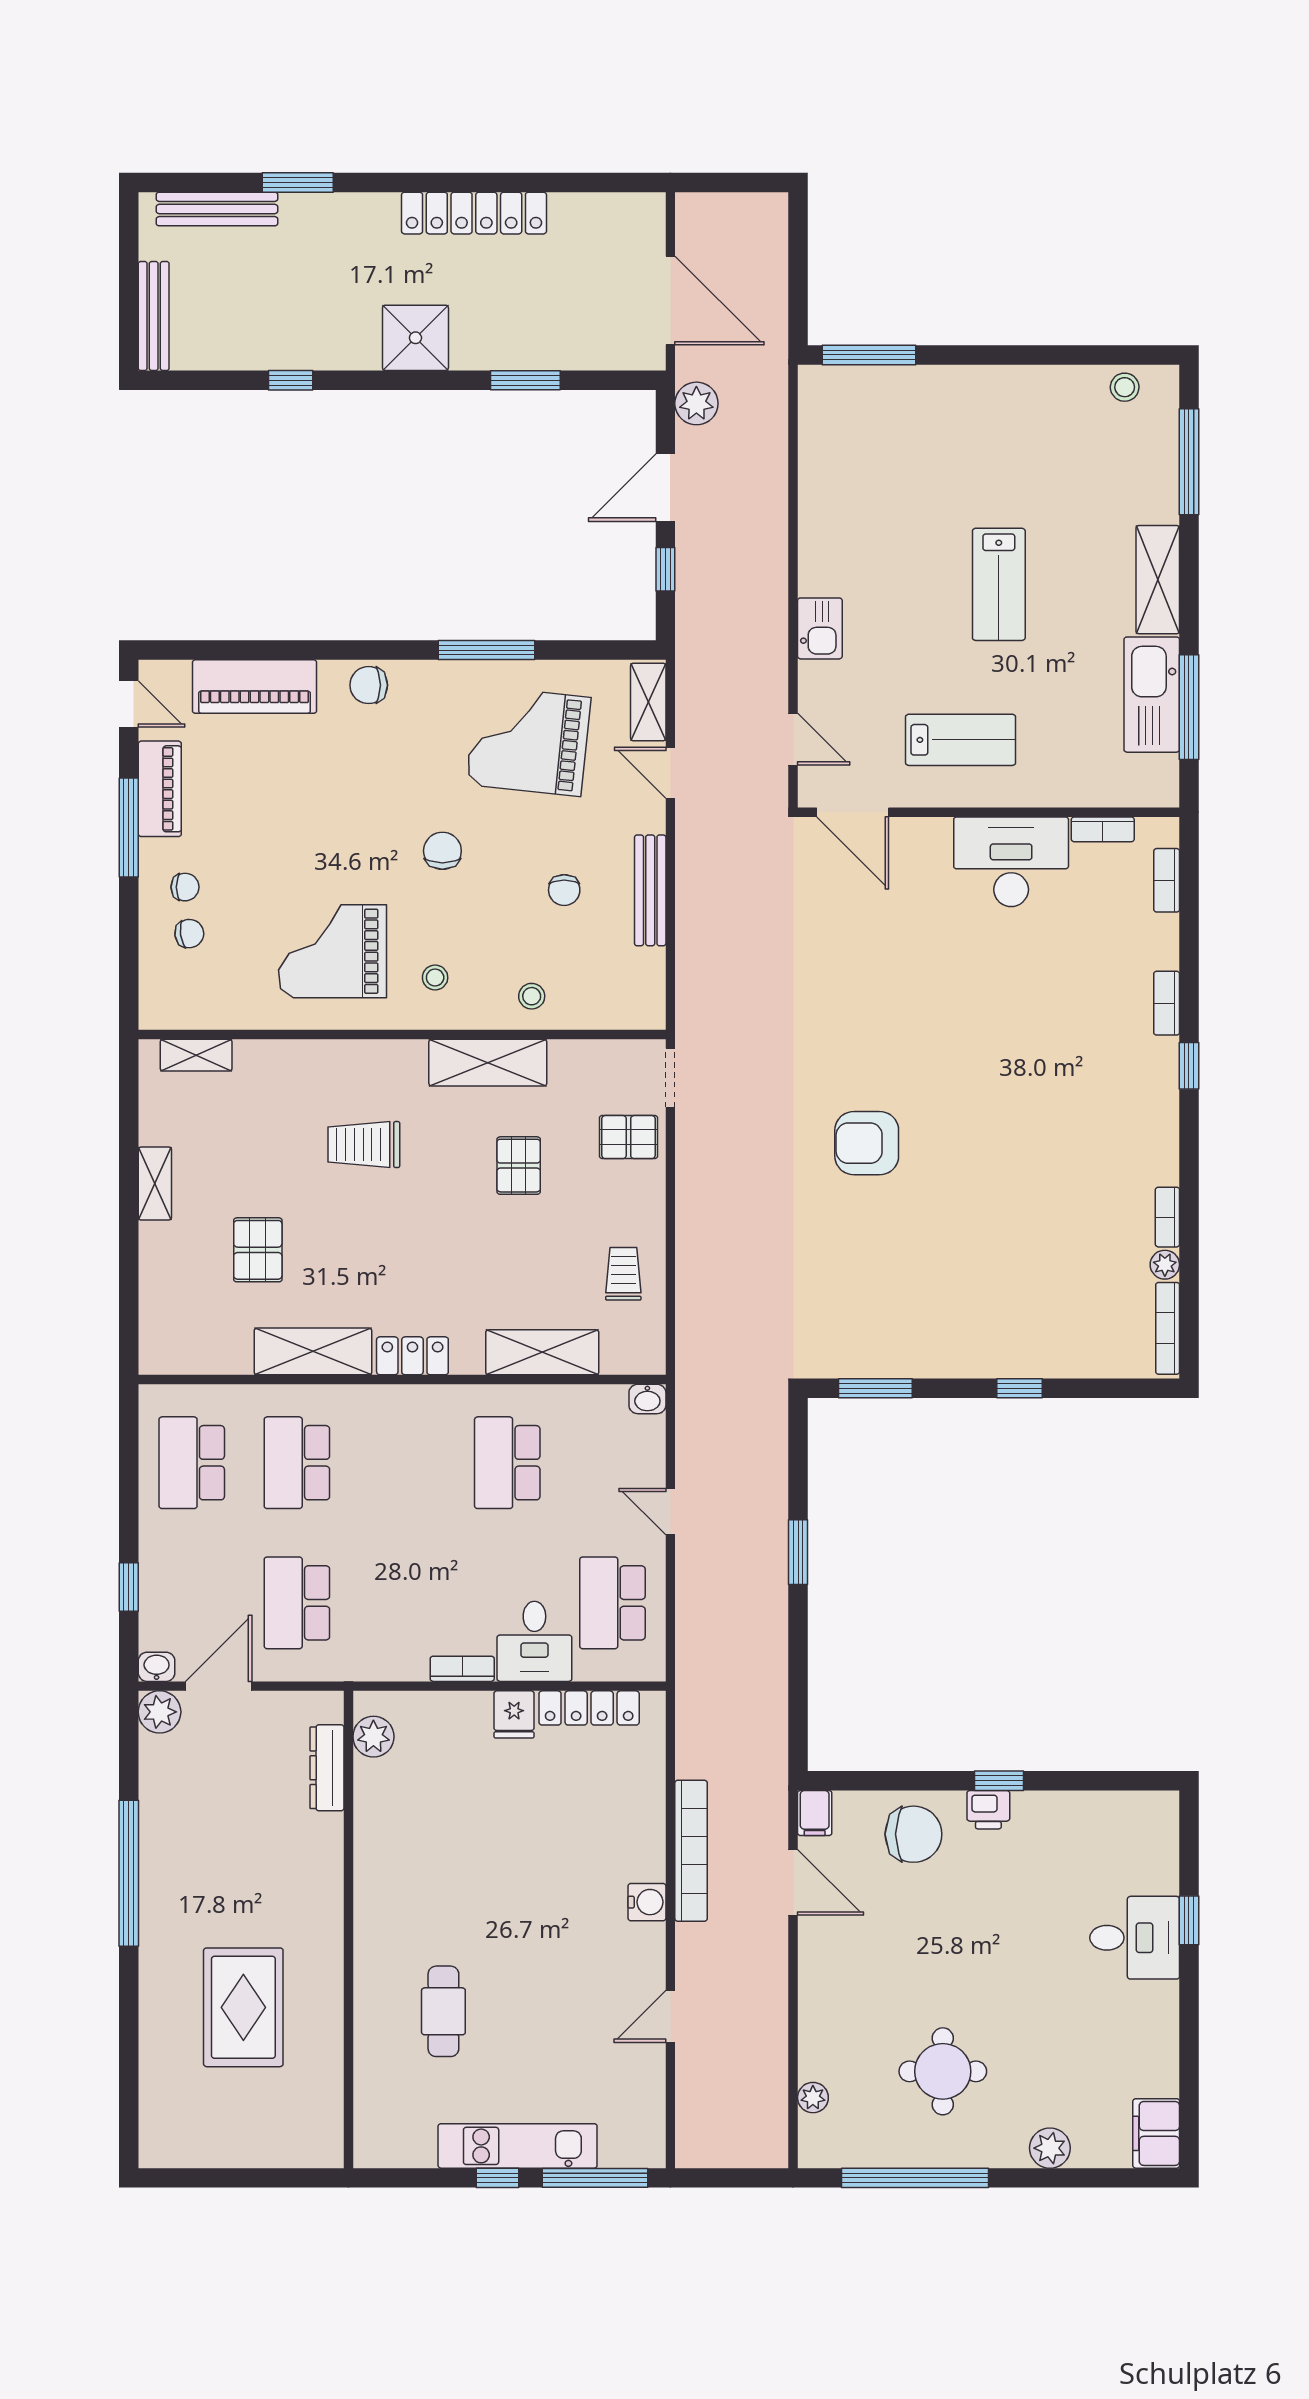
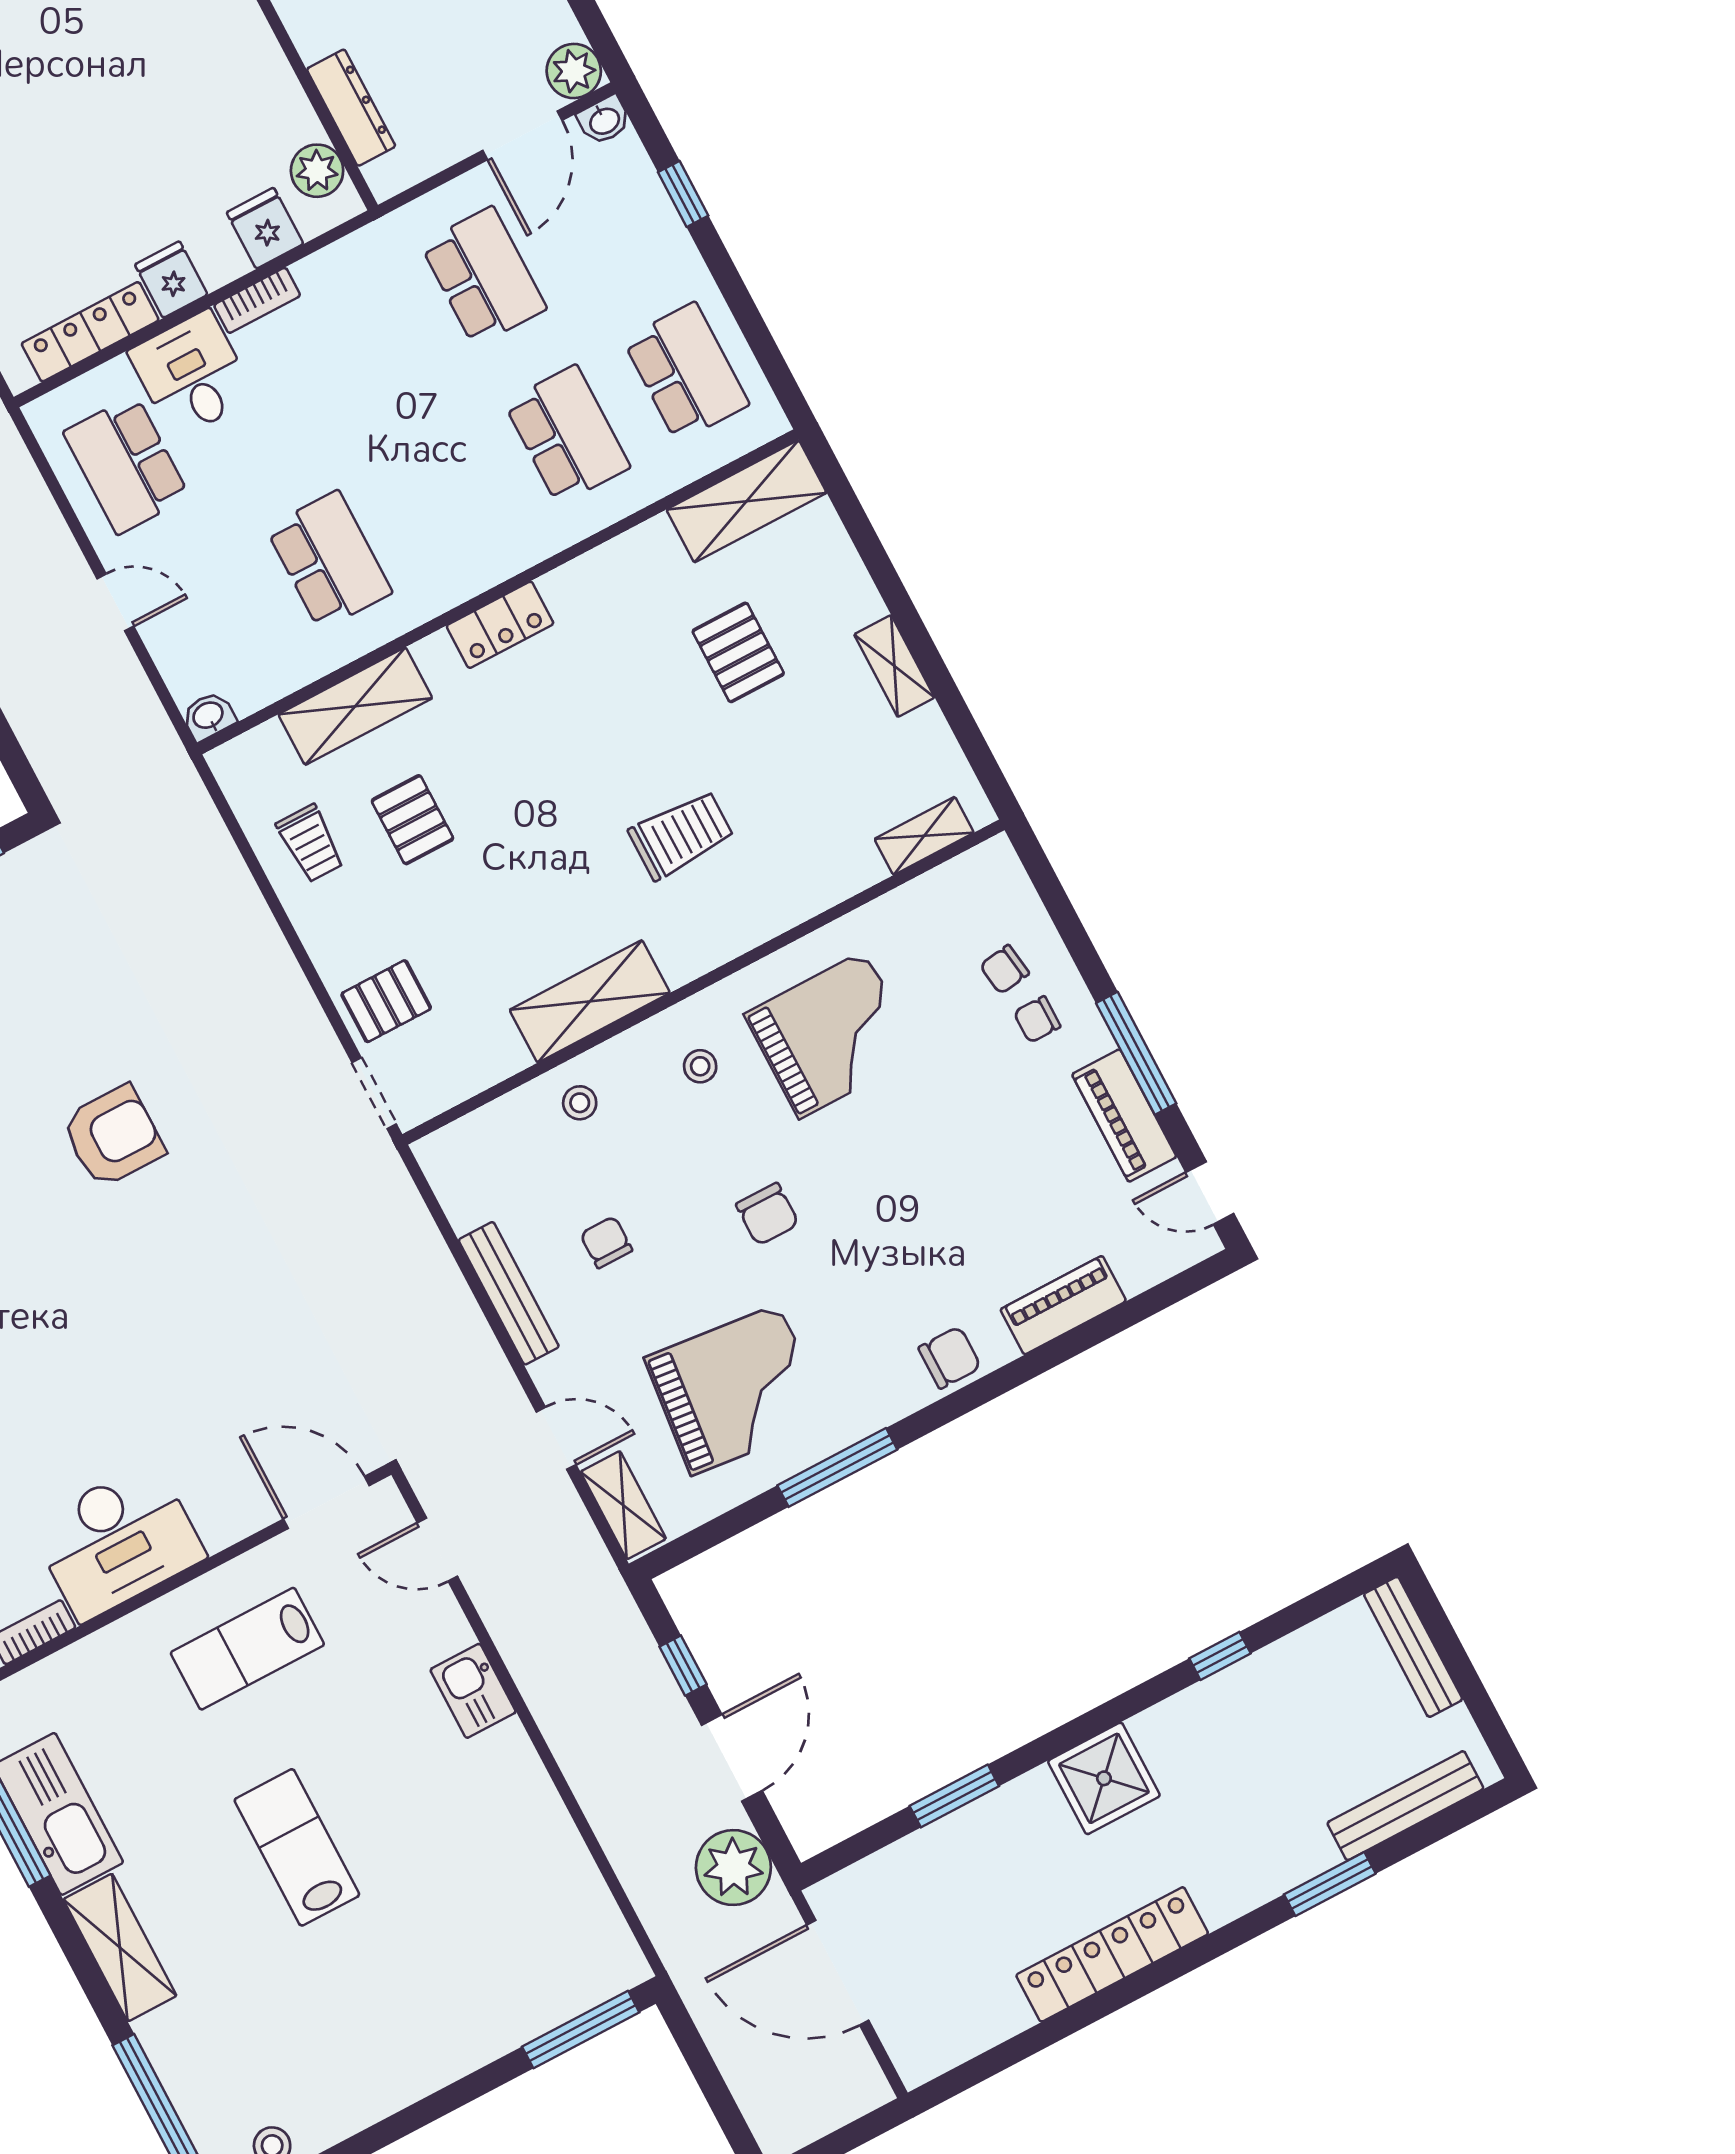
plant: (696, 403) -> (733, 1868), width x1.36, depth x1.36
piano: (254, 687) -> (1063, 1305), width x0.73, depth x0.75
pallet: (519, 1166) -> (412, 820), moved
shelving: (313, 1351) -> (746, 501), moved
school desk: (612, 1603) -> (126, 465), turned 180
fridge: (430, 1716) -> (265, 228), added

